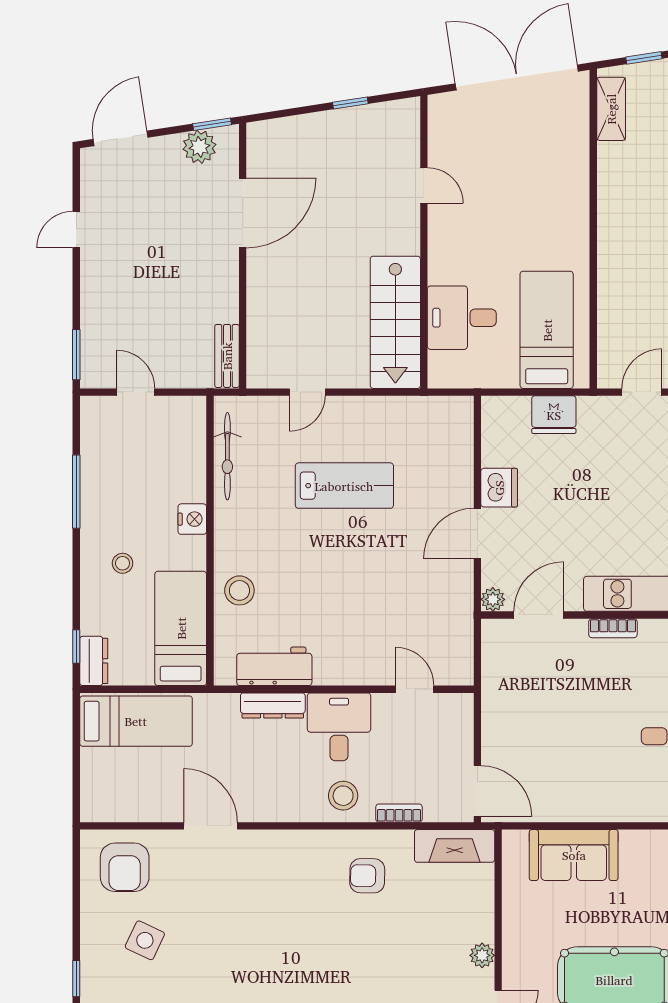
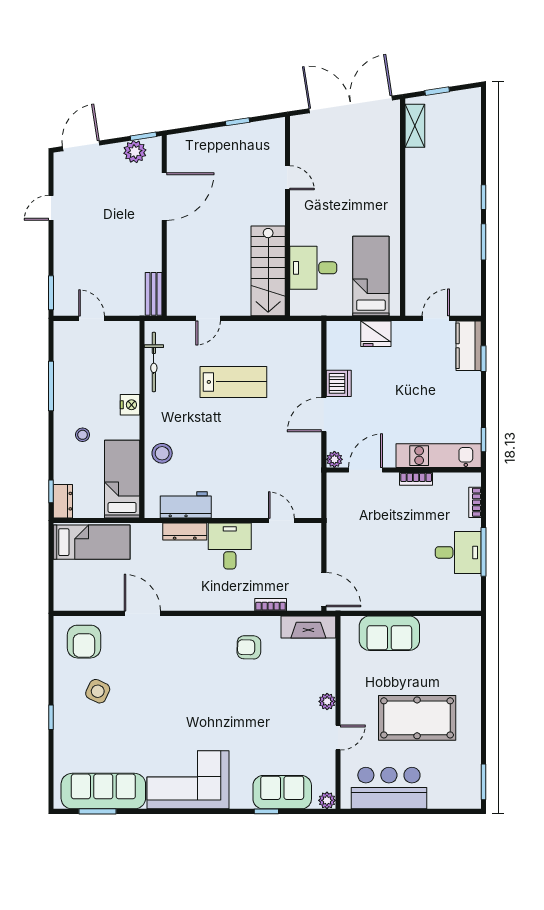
stool: (343, 796) -> (233, 593), removed

